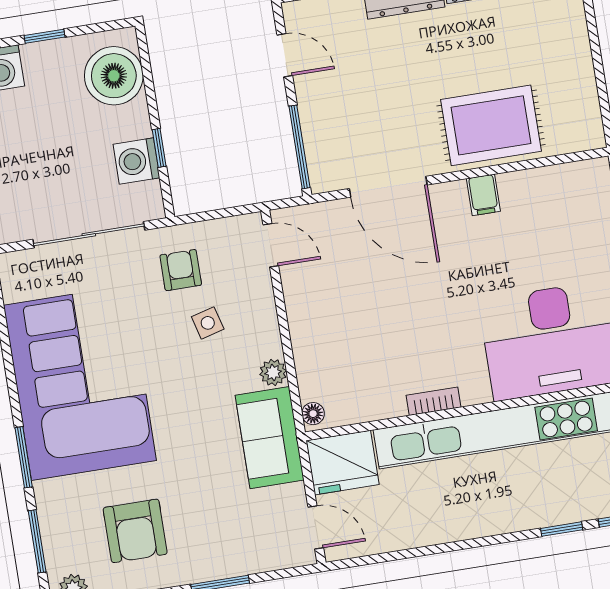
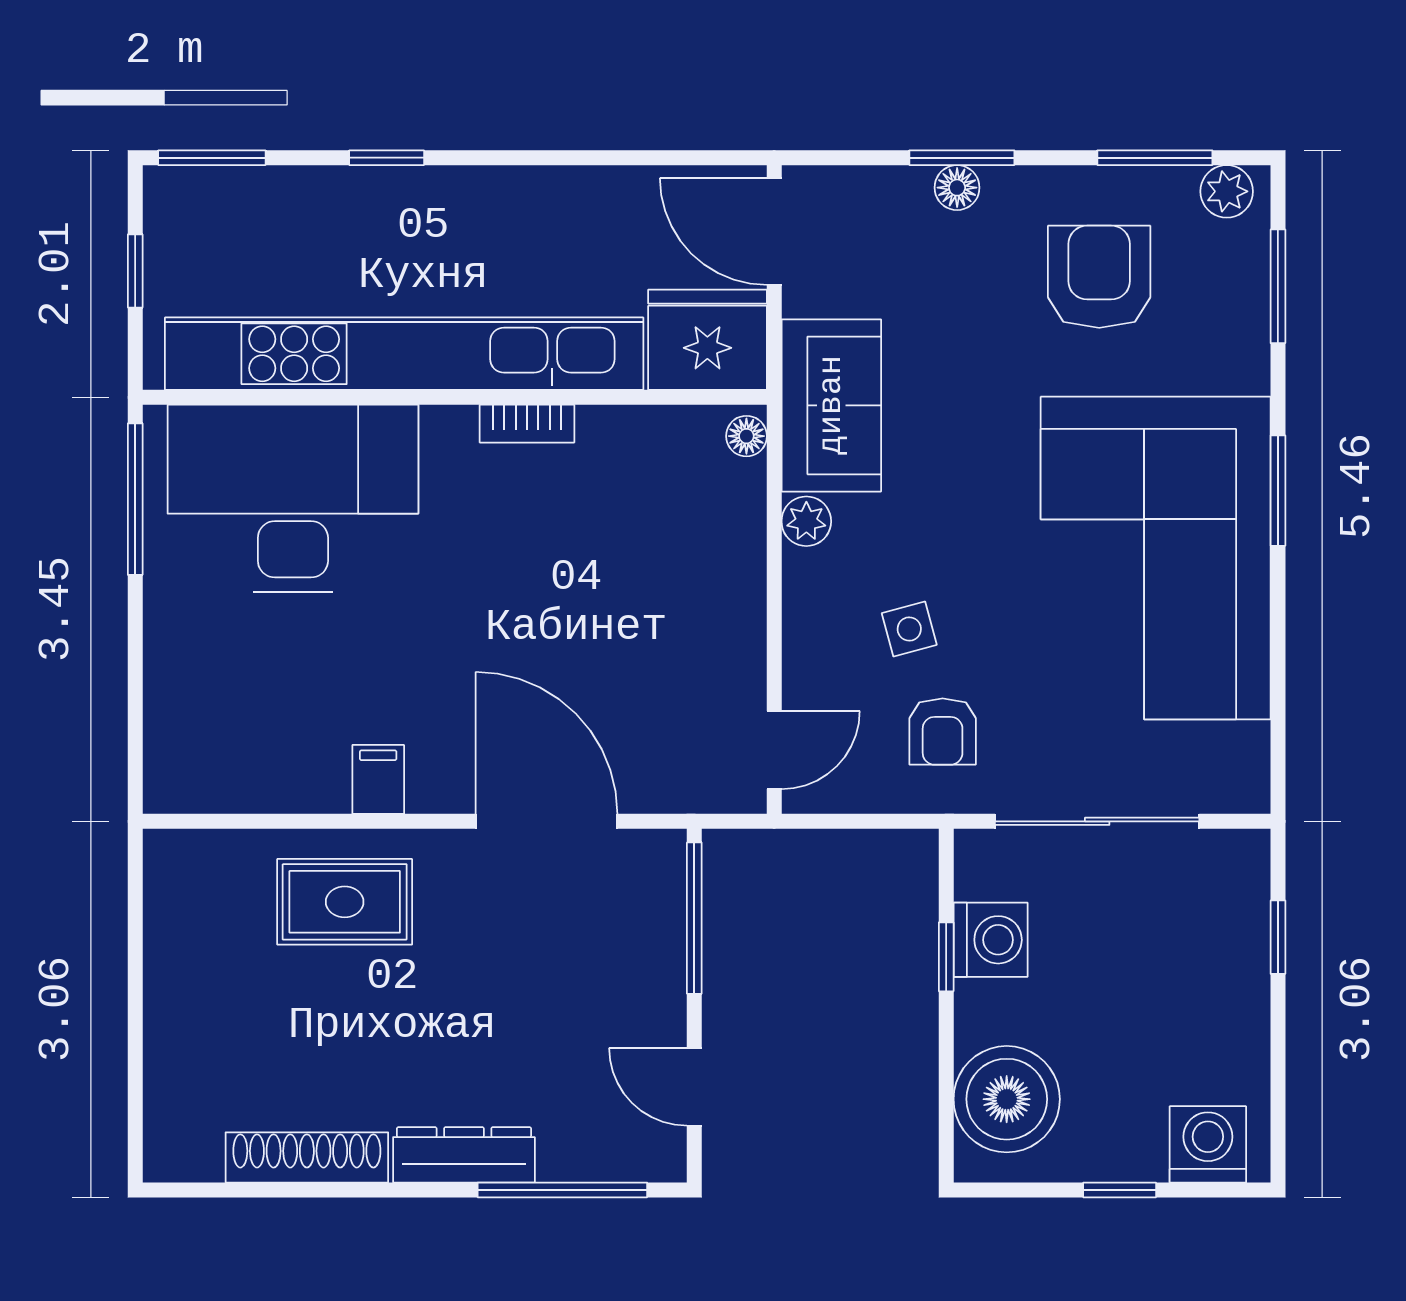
rug: (491, 125) -> (345, 902), width x0.73, depth x0.70
door: (271, 245) -> (774, 750), swing flipped
window: (24, 457) -> (1278, 491), moved
door: (316, 527) -> (774, 231), width x1.38
window: (562, 529) -> (387, 158), moved
floor lamp: (220, 567) -> (957, 188), added

